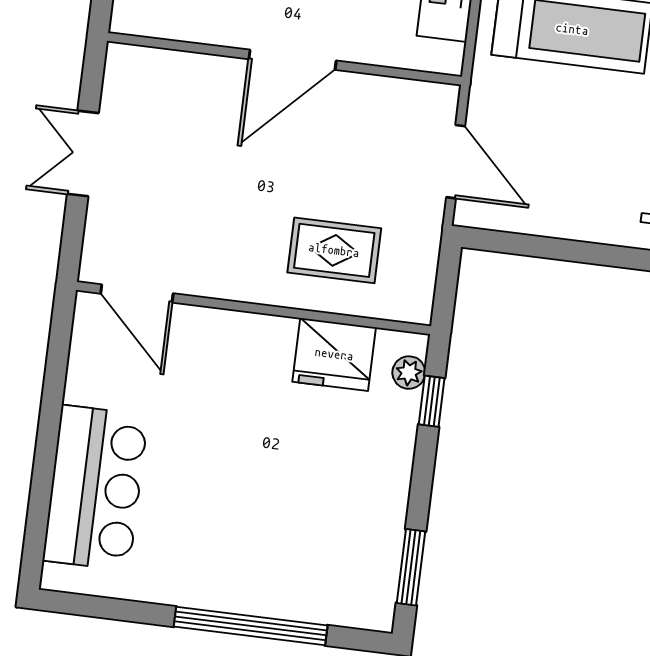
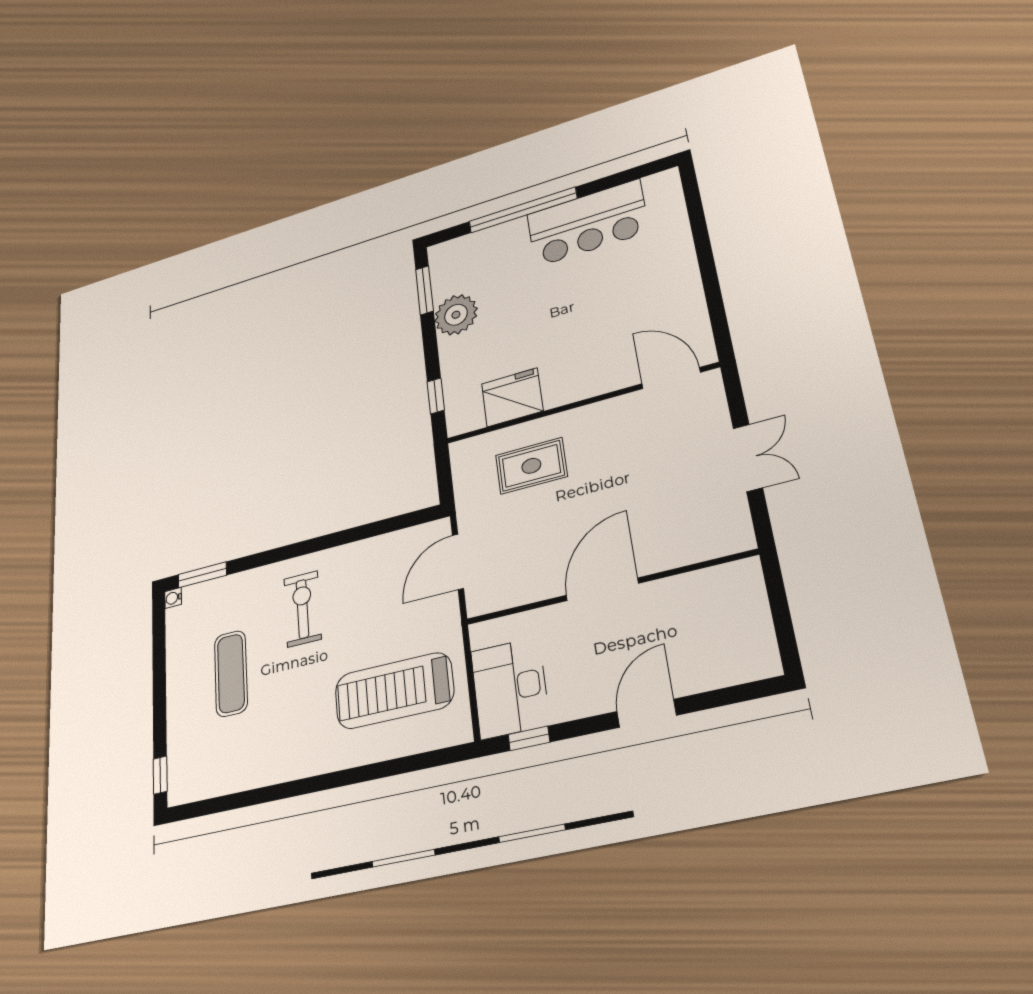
door: (456, 162) -> (458, 562), hinge flipped
plant: (409, 373) -> (456, 315), moved, width x1.87, depth x1.87
bar counter: (95, 488) -> (587, 223), moved, turned -90

